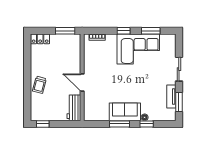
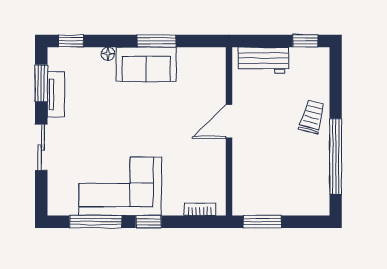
window: (151, 31) -> (96, 222), width x1.44
locker: (40, 39) -> (311, 206), removed
window: (27, 64) -> (336, 156), added
door: (82, 83) -> (229, 121), swing flipped
workbench: (74, 108) -> (263, 60), moved, turned 90
window: (147, 124) -> (71, 41), moved

